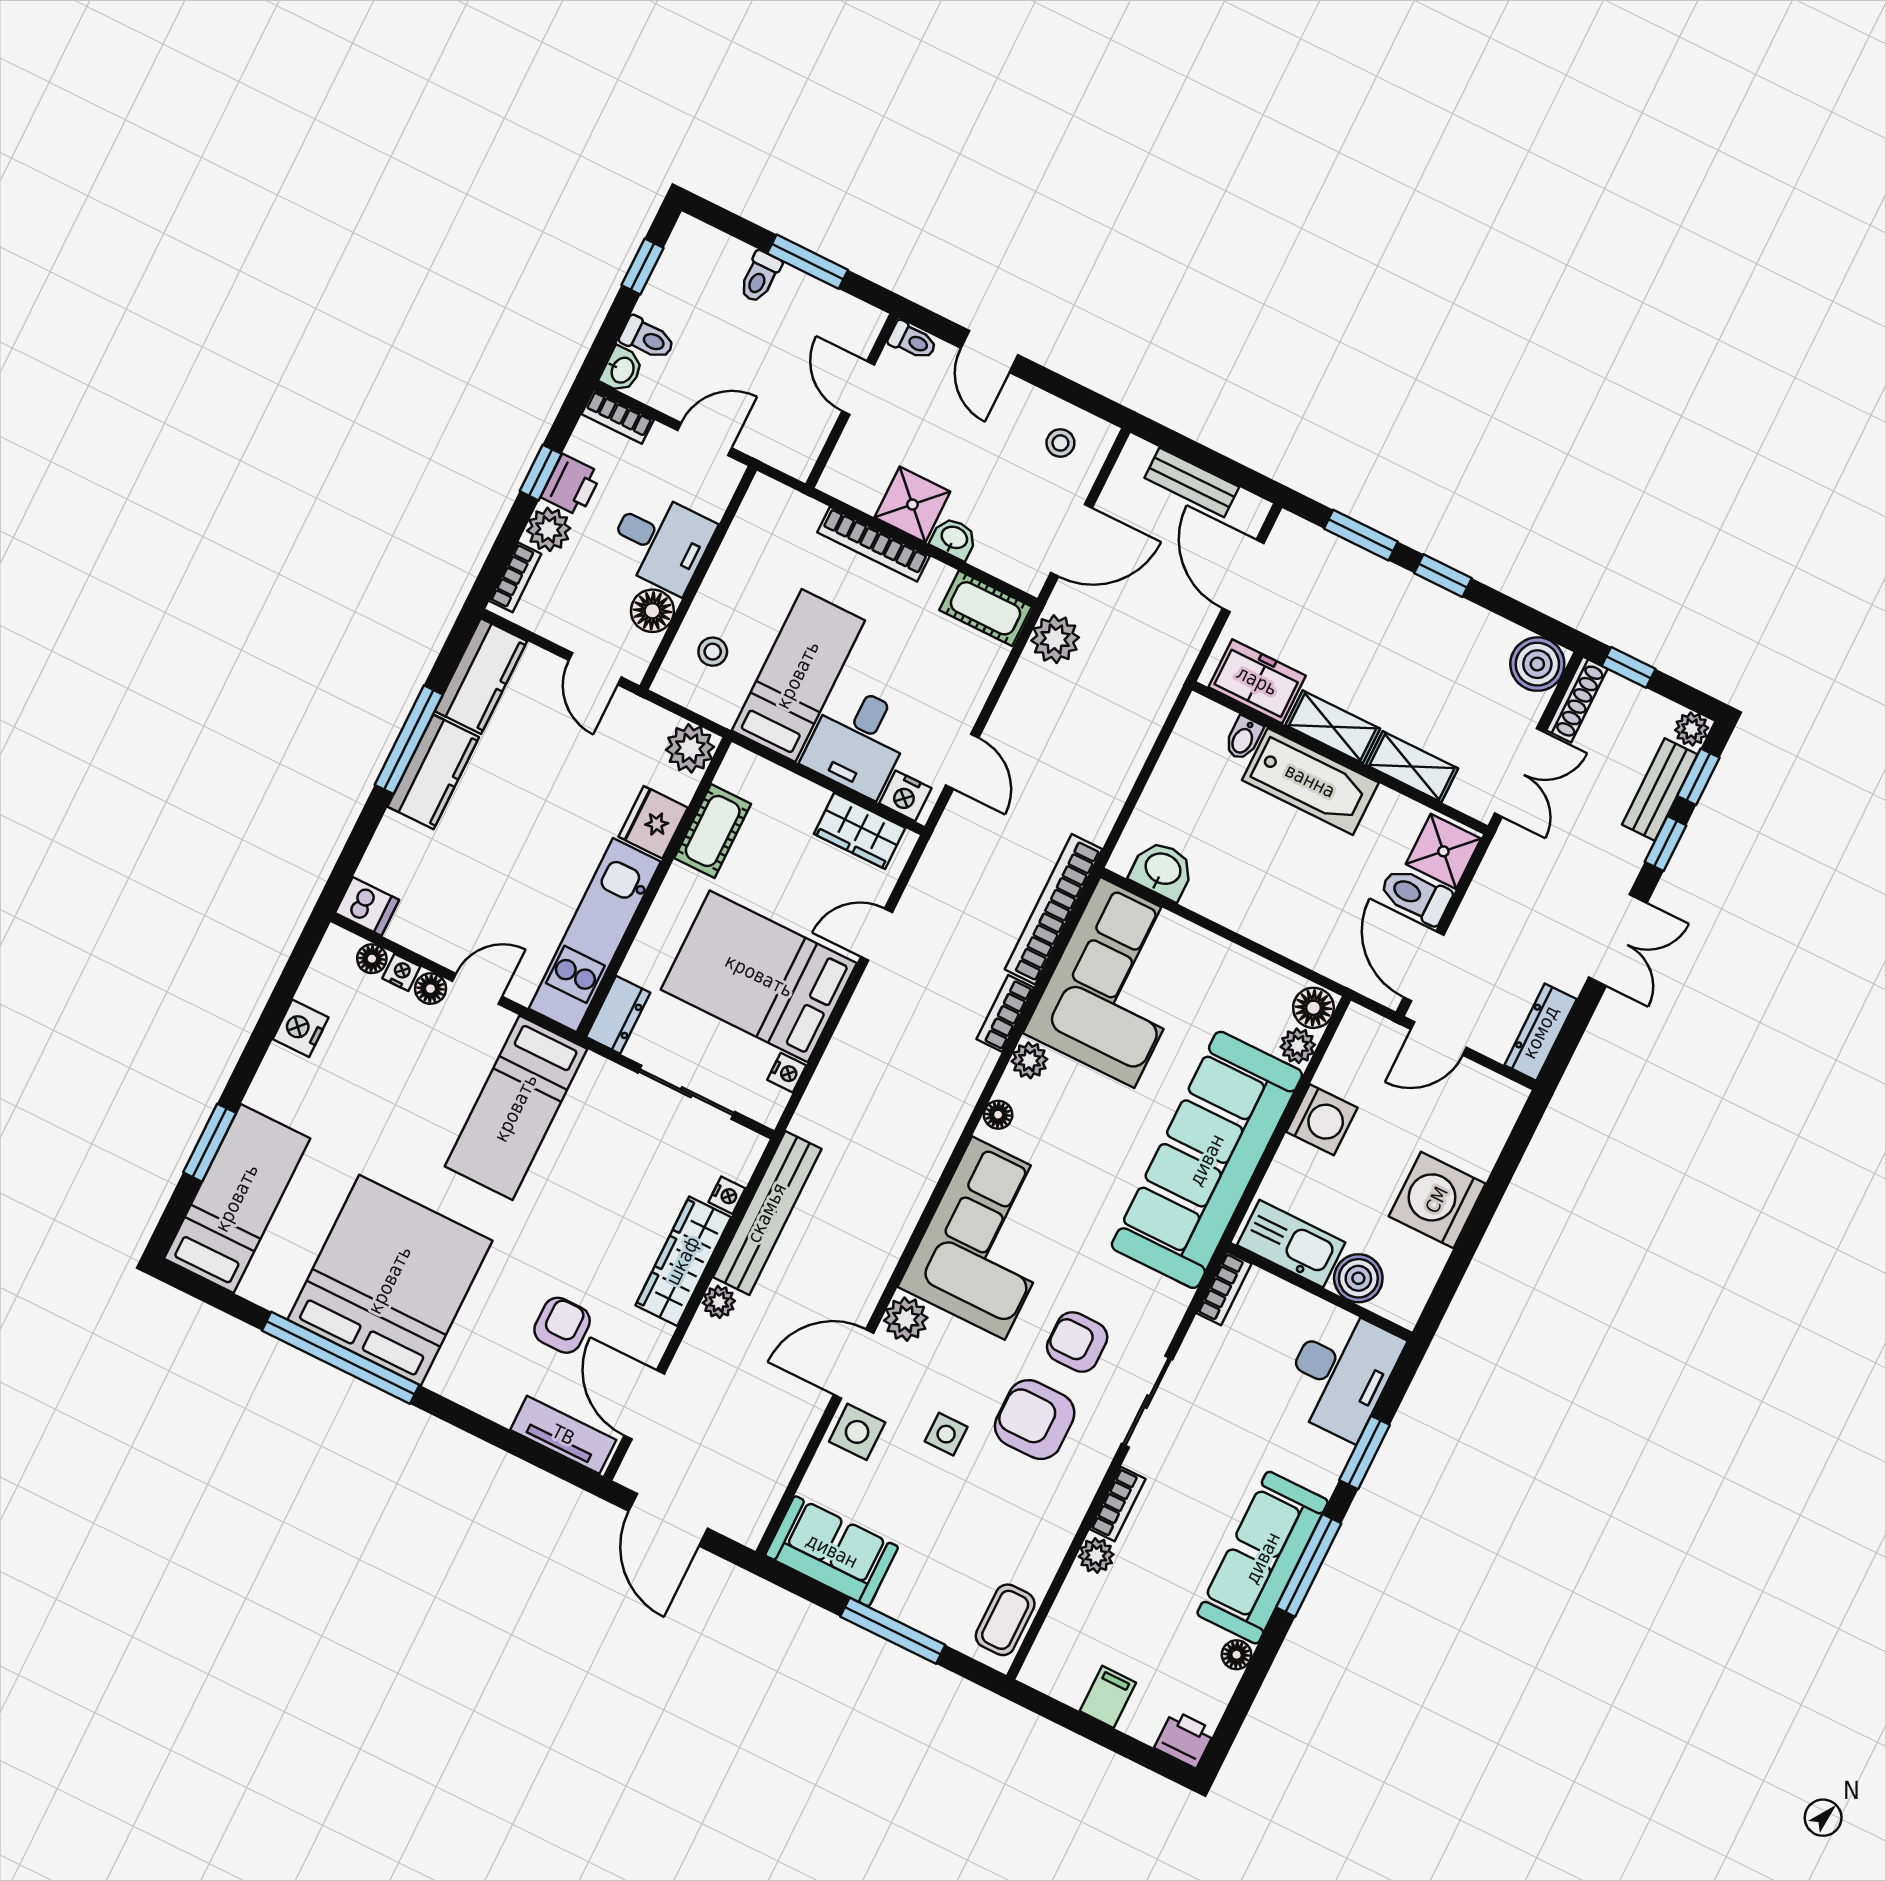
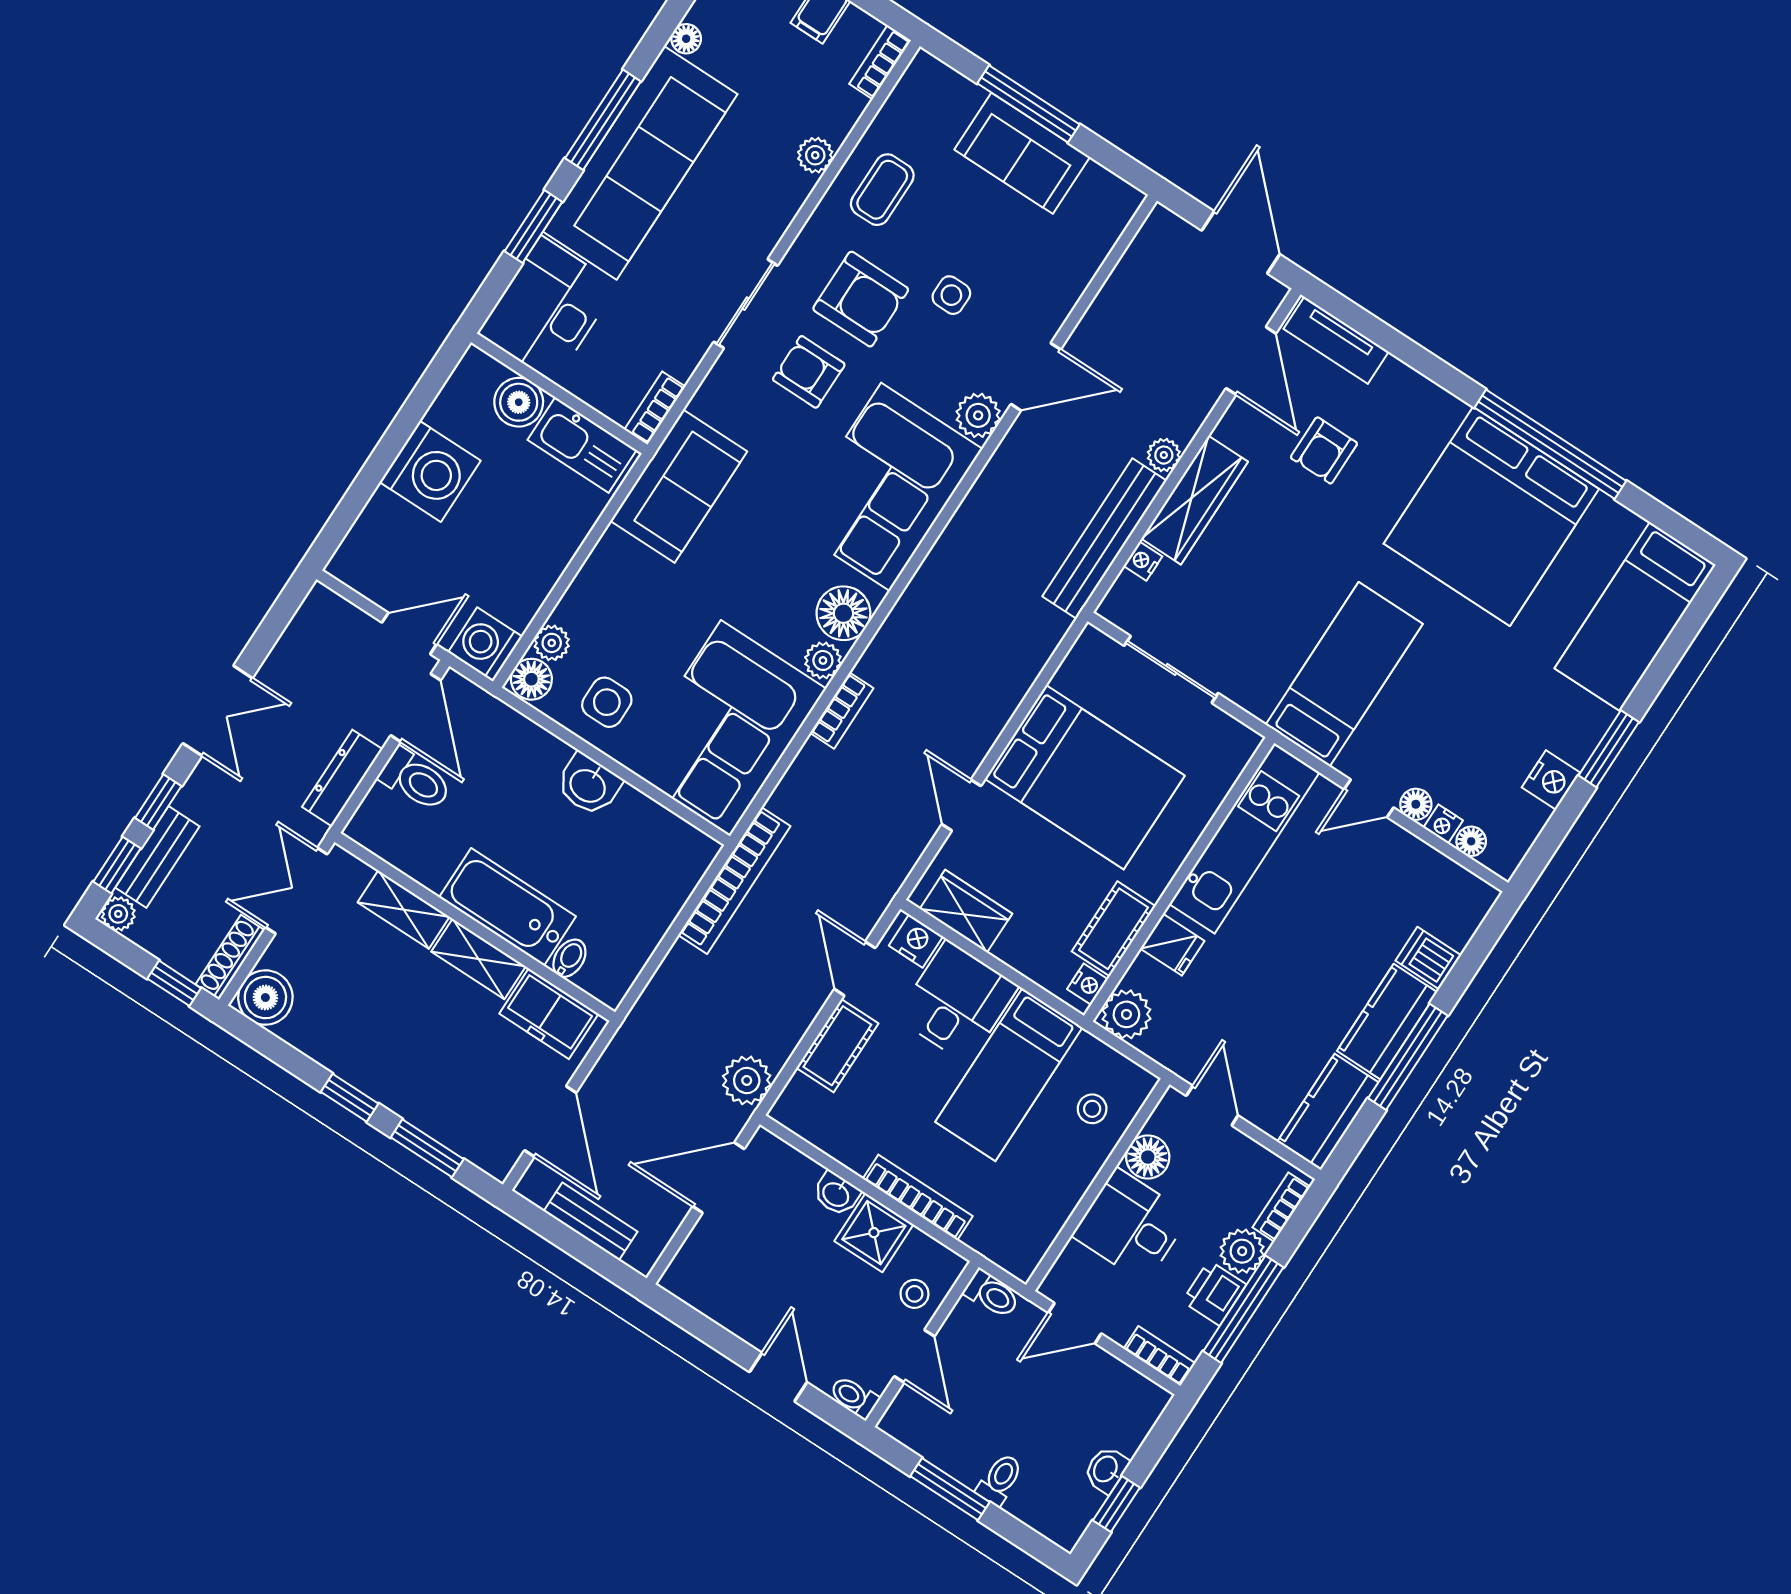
toilet: (647, 338) -> (992, 1294), moved, turned 180
washbasin: (622, 370) -> (1106, 1470), moved
stool: (1060, 443) -> (914, 1294), moved
window: (541, 473) -> (1243, 1309), width x2.17
cot: (985, 608) -> (837, 1046), moved, turned 90
fridge: (653, 822) -> (1172, 945), width x0.72
shower: (1443, 851) -> (382, 821), removed
washbasin: (1162, 870) -> (588, 785), moved
dishwasher: (367, 906) -> (1428, 958), moved
bookcase: (1053, 909) -> (734, 881), moved
door: (877, 935) -> (961, 805), swing flipped
double door: (1618, 940) -> (218, 711), swing flipped
dresser: (618, 1015) -> (1231, 755), removed
dresser: (1541, 1032) -> (342, 778), moved, turned 180
nightstand: (787, 1073) -> (1087, 984), moved, turned 180
floor lamp: (998, 1115) -> (843, 613), width x1.89, depth x1.89
washing machine: (1322, 1120) -> (485, 645), moved
window: (210, 1143) -> (1609, 749), moved
sofa: (1207, 1160) -> (679, 486), width x0.54, depth x0.79
armchair: (1077, 1342) -> (809, 372), turned 180
side table: (857, 1432) -> (607, 702), moved
bookcase: (1118, 1504) -> (880, 62), moved
sofa: (832, 1551) -> (1022, 153), moved
sofa: (1263, 1558) -> (640, 163), width x1.36, depth x1.27
coffee table: (1005, 1620) -> (882, 190), moved

